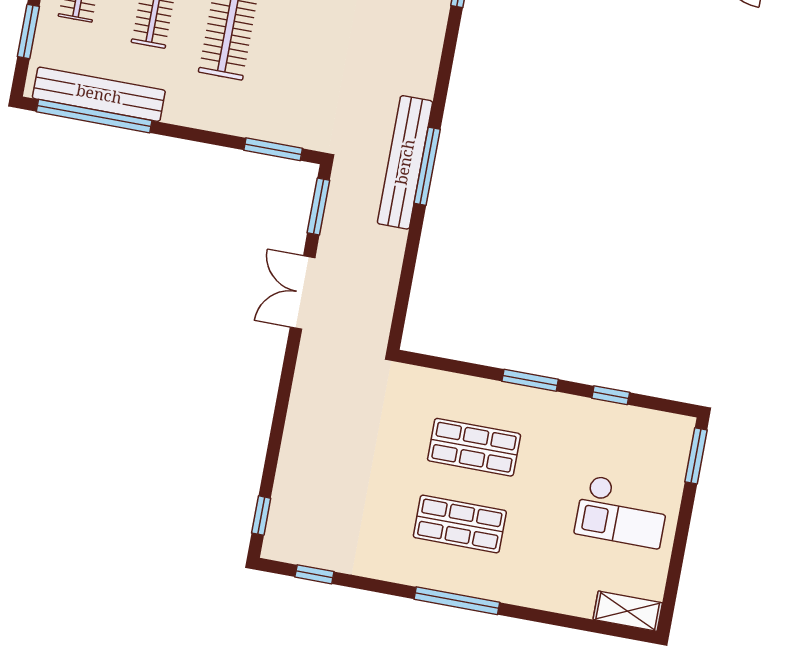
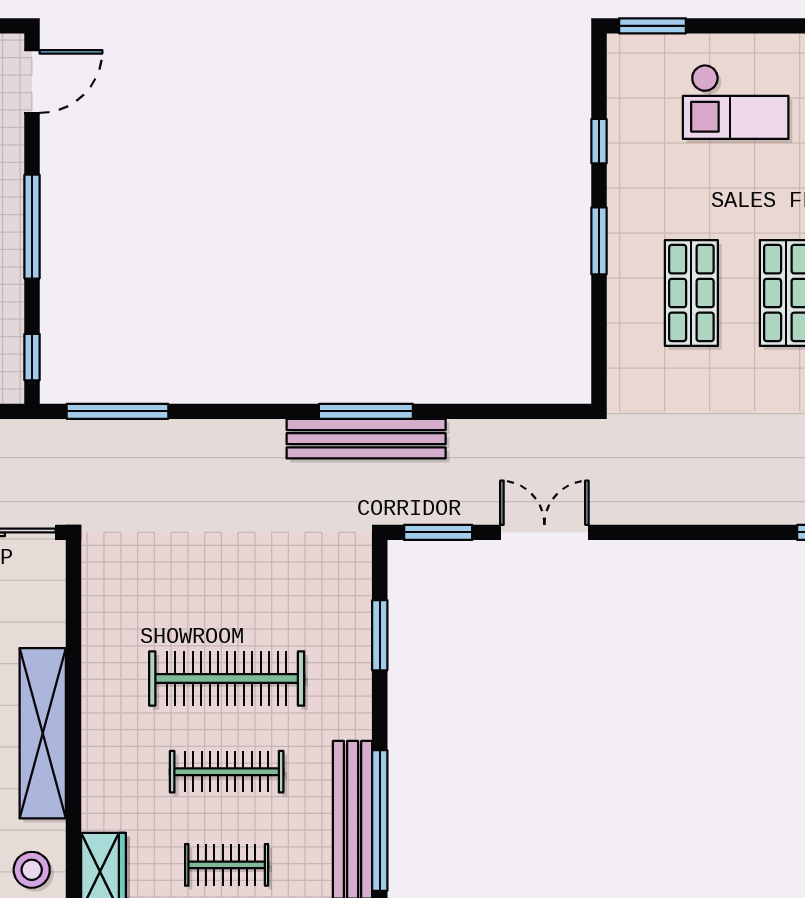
window: (273, 149) -> (380, 635), moved
double door: (303, 292) -> (544, 532), swing flipped
checkout: (622, 512) -> (736, 102), turned 90

